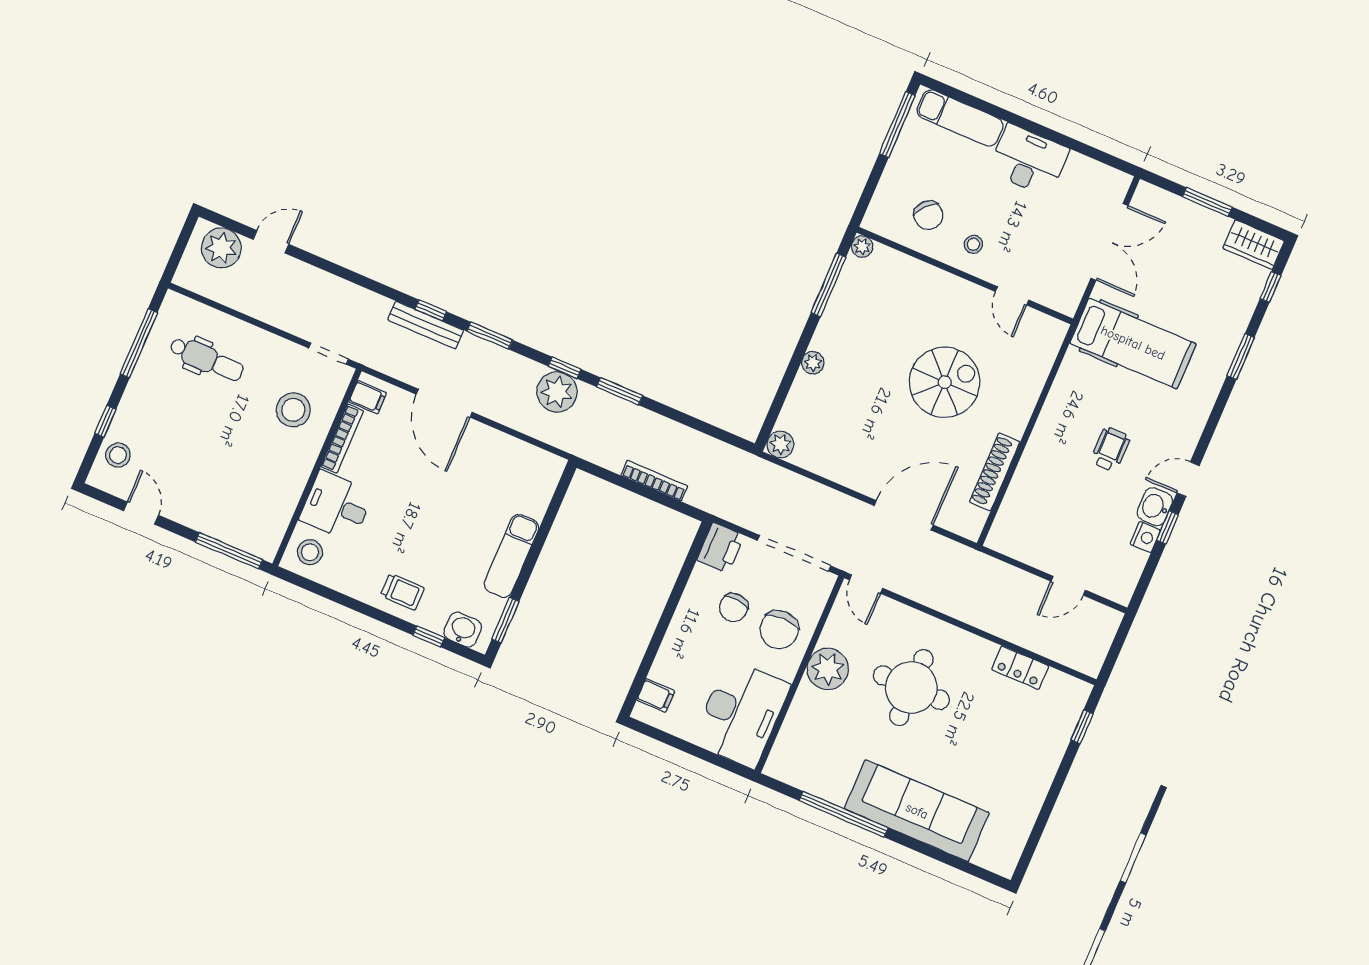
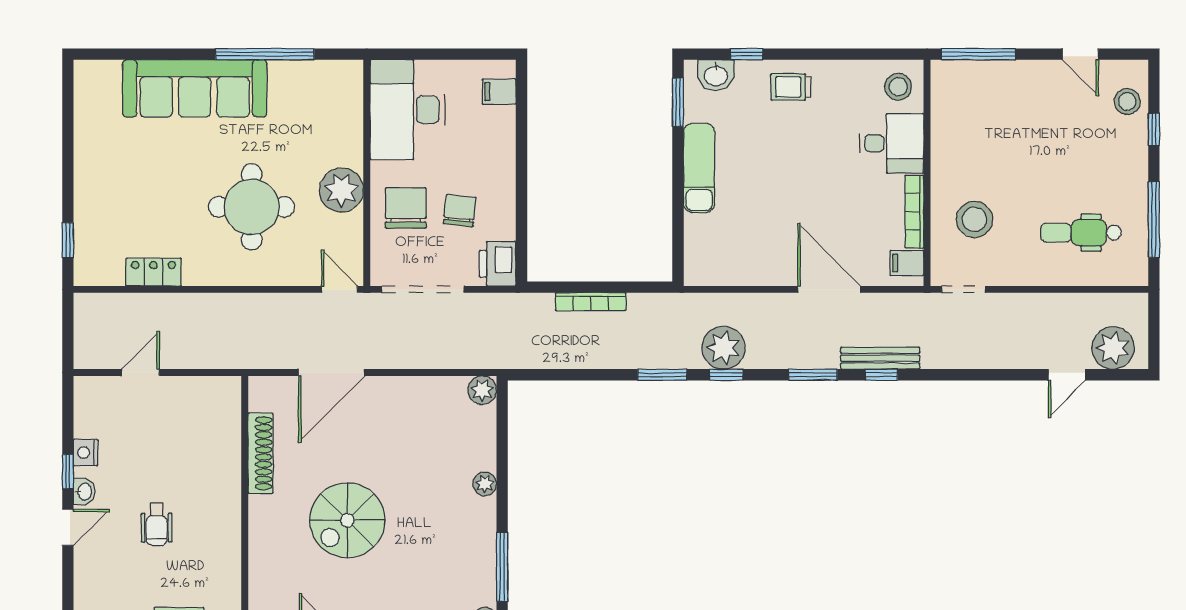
washbasin: (1155, 507) -> (84, 492), width x0.72, depth x0.69

